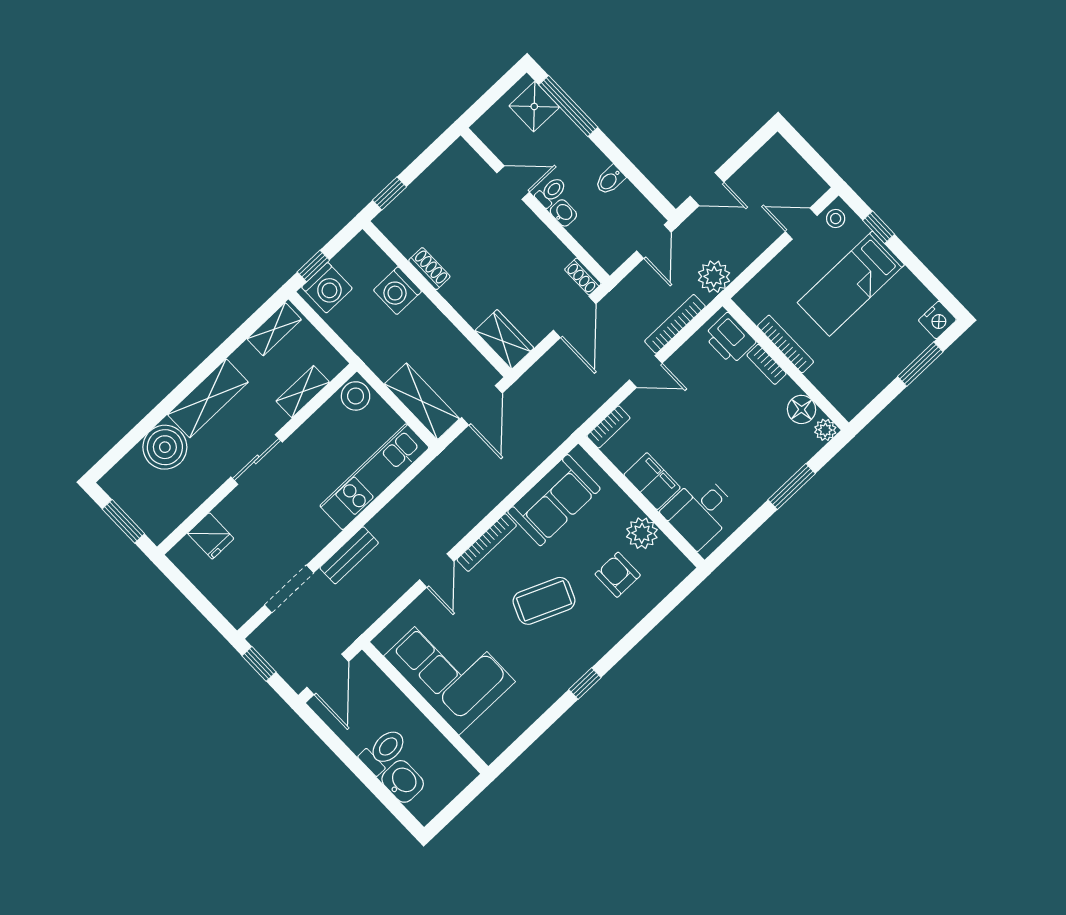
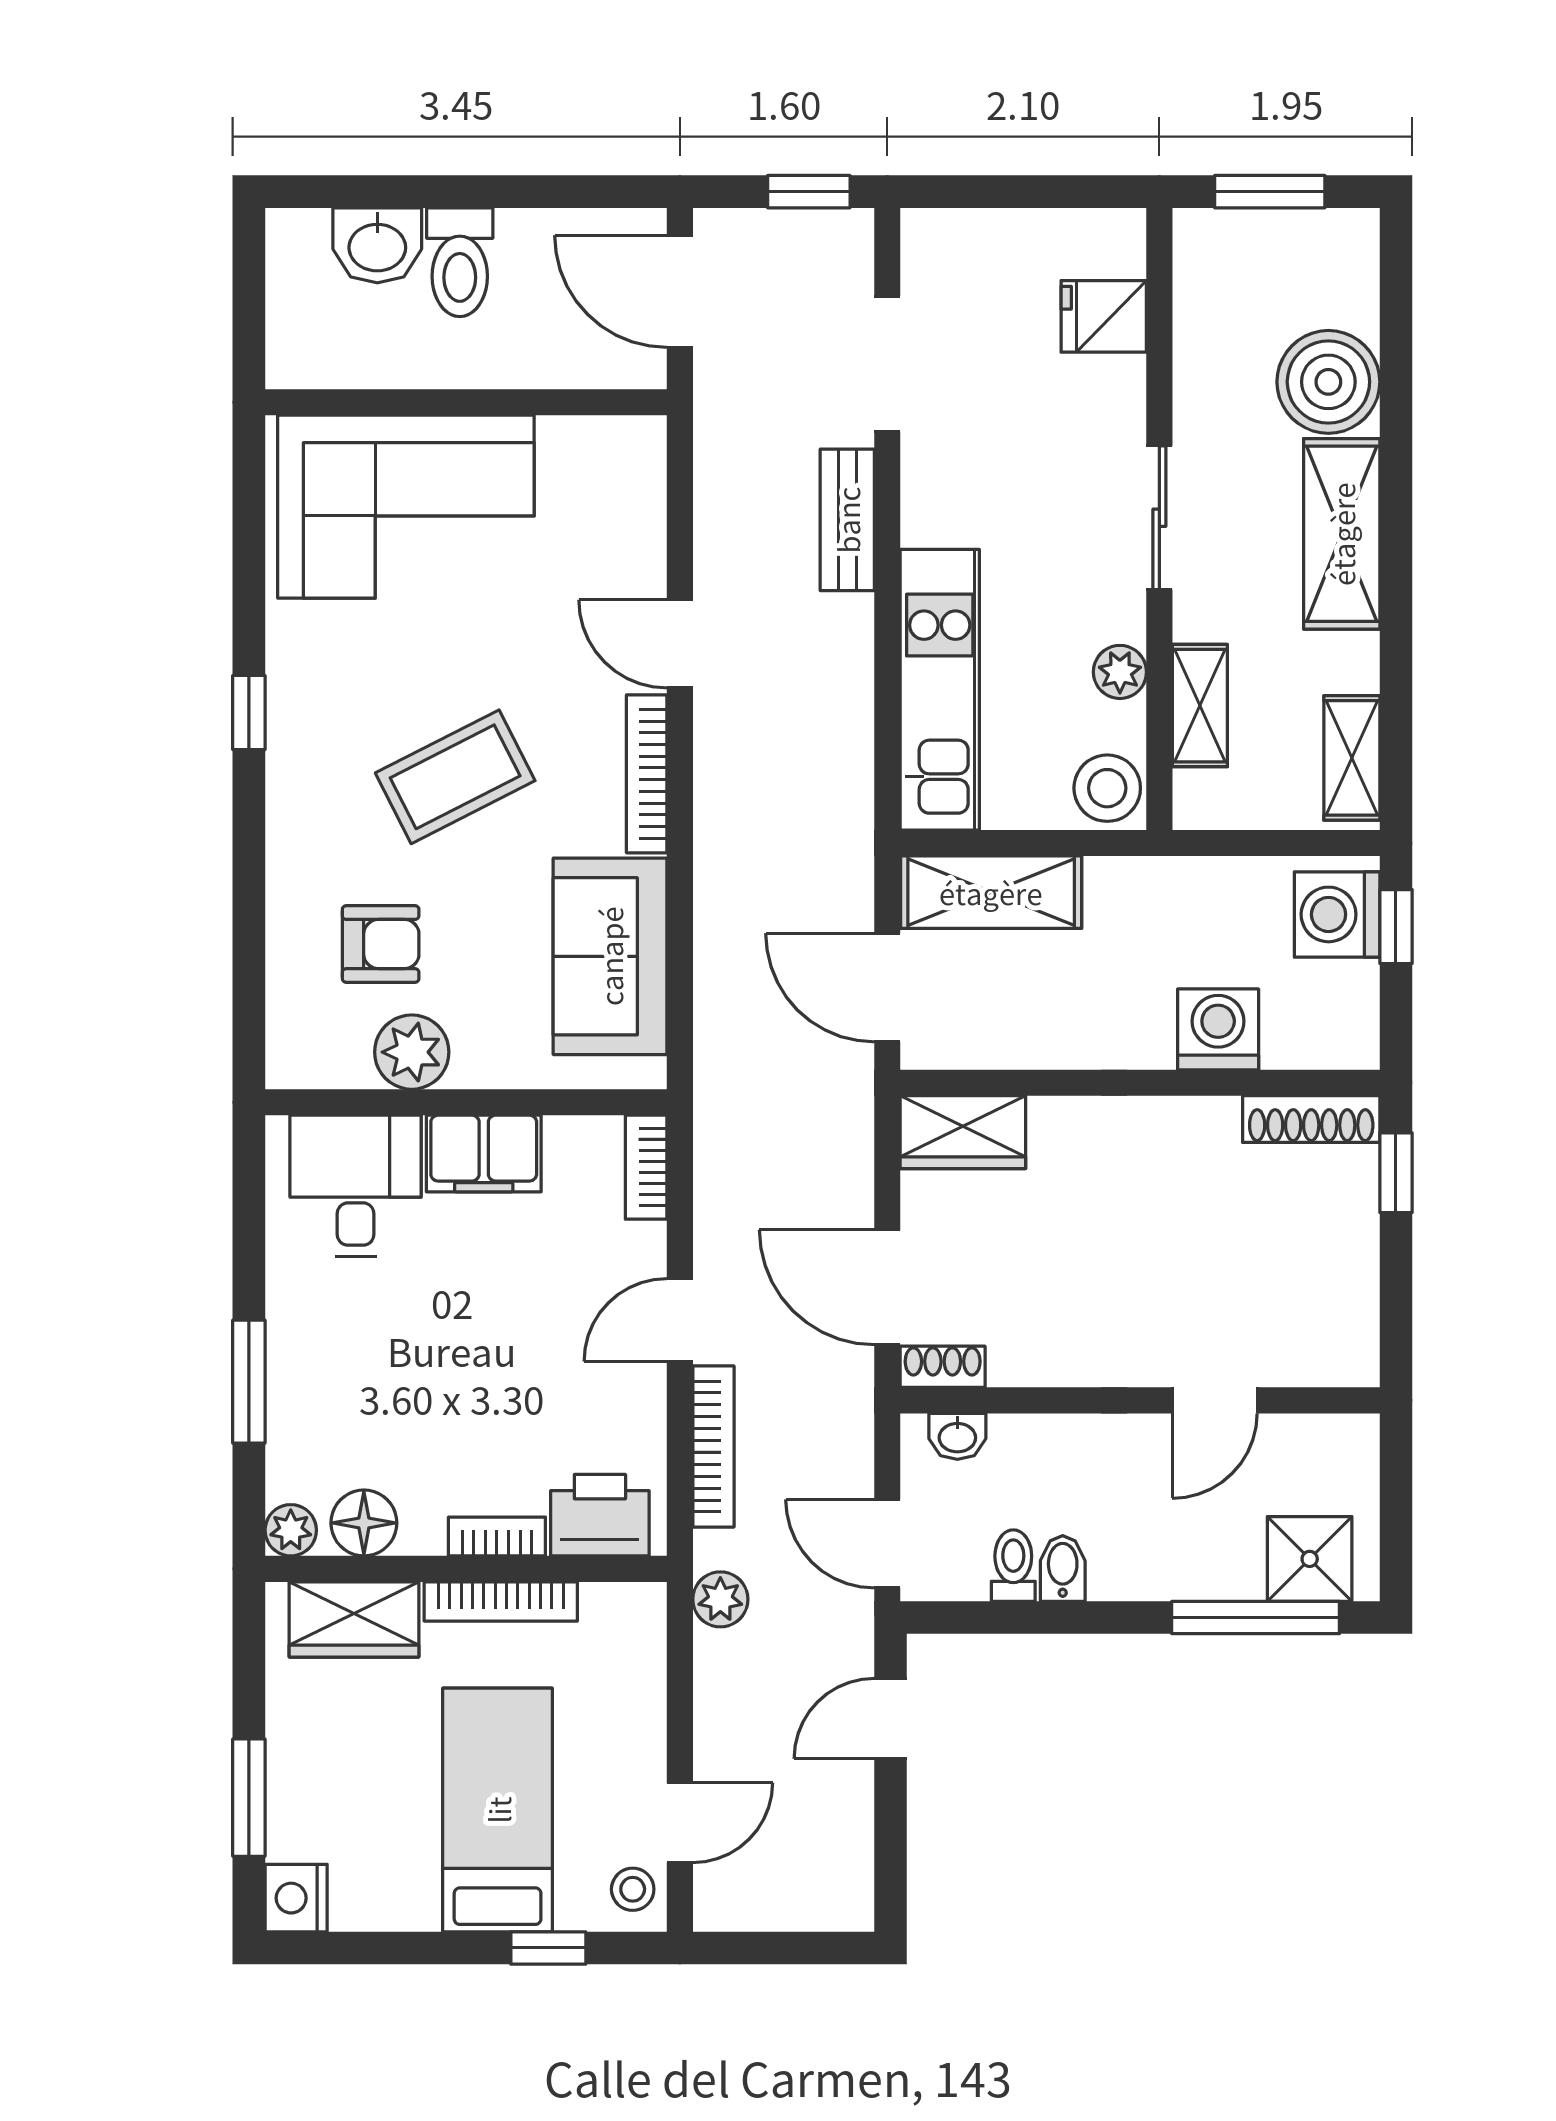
toilet: (551, 192) -> (1013, 1566), moved, turned 180
washbasin: (563, 213) -> (957, 1436), moved
shoe rack: (429, 269) -> (1311, 1119), moved, width x1.43
plant: (714, 277) -> (720, 1599), width x0.73, depth x0.73
wardrobe: (834, 384) -> (354, 1619), added
plant: (316, 426) -> (1120, 672), added
coffee table: (544, 601) -> (455, 777), turned 40
corner sofa: (450, 669) -> (406, 507), moved

